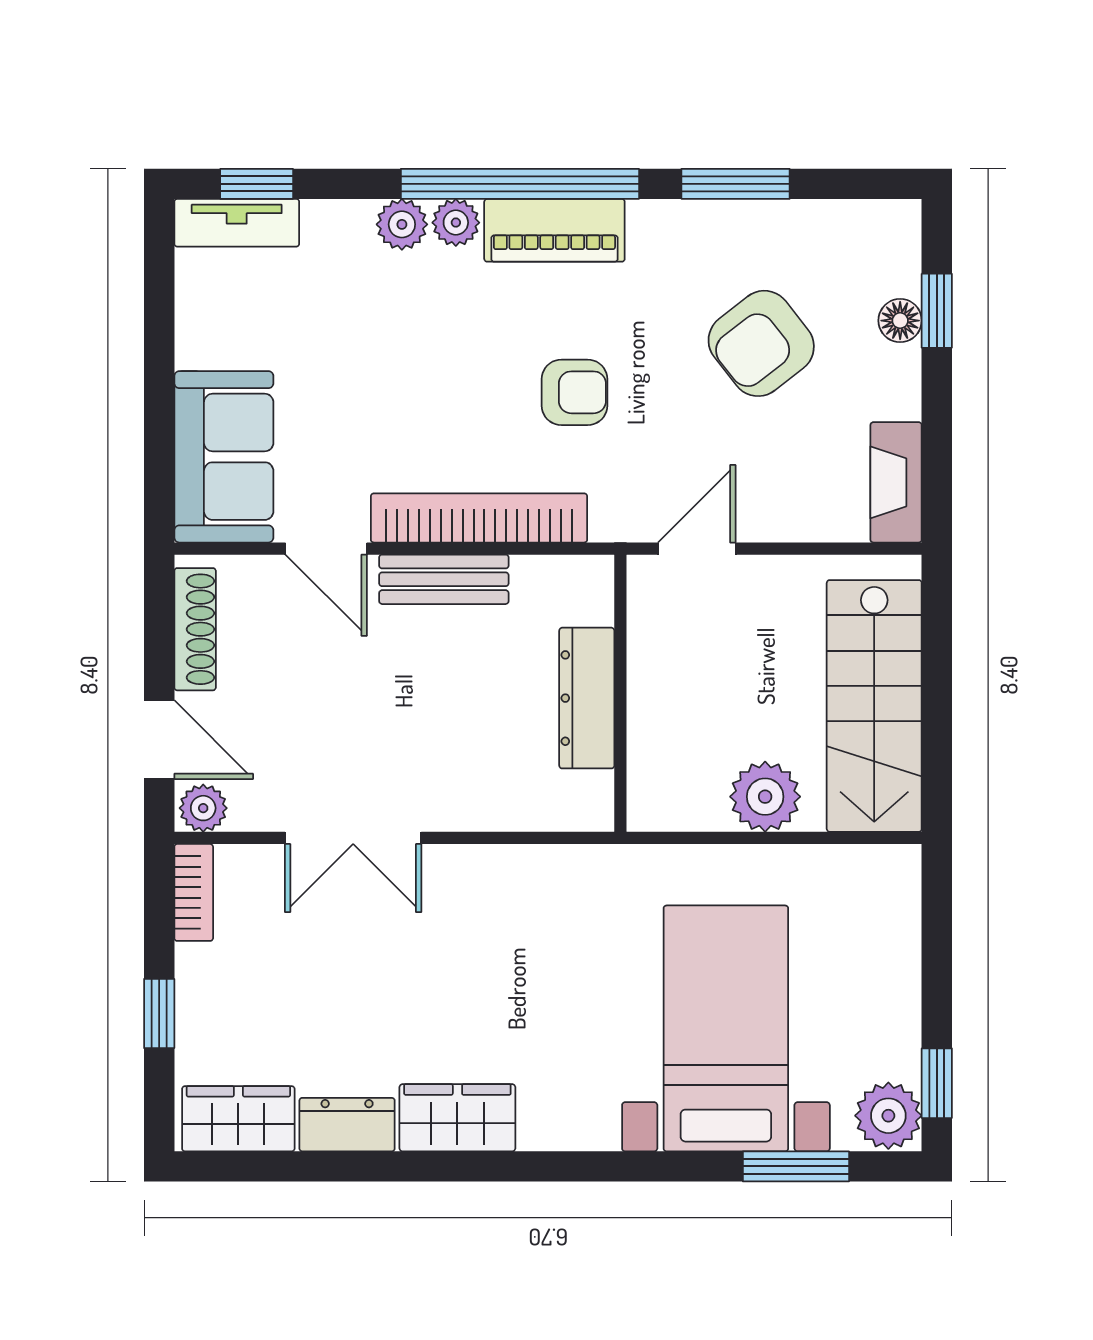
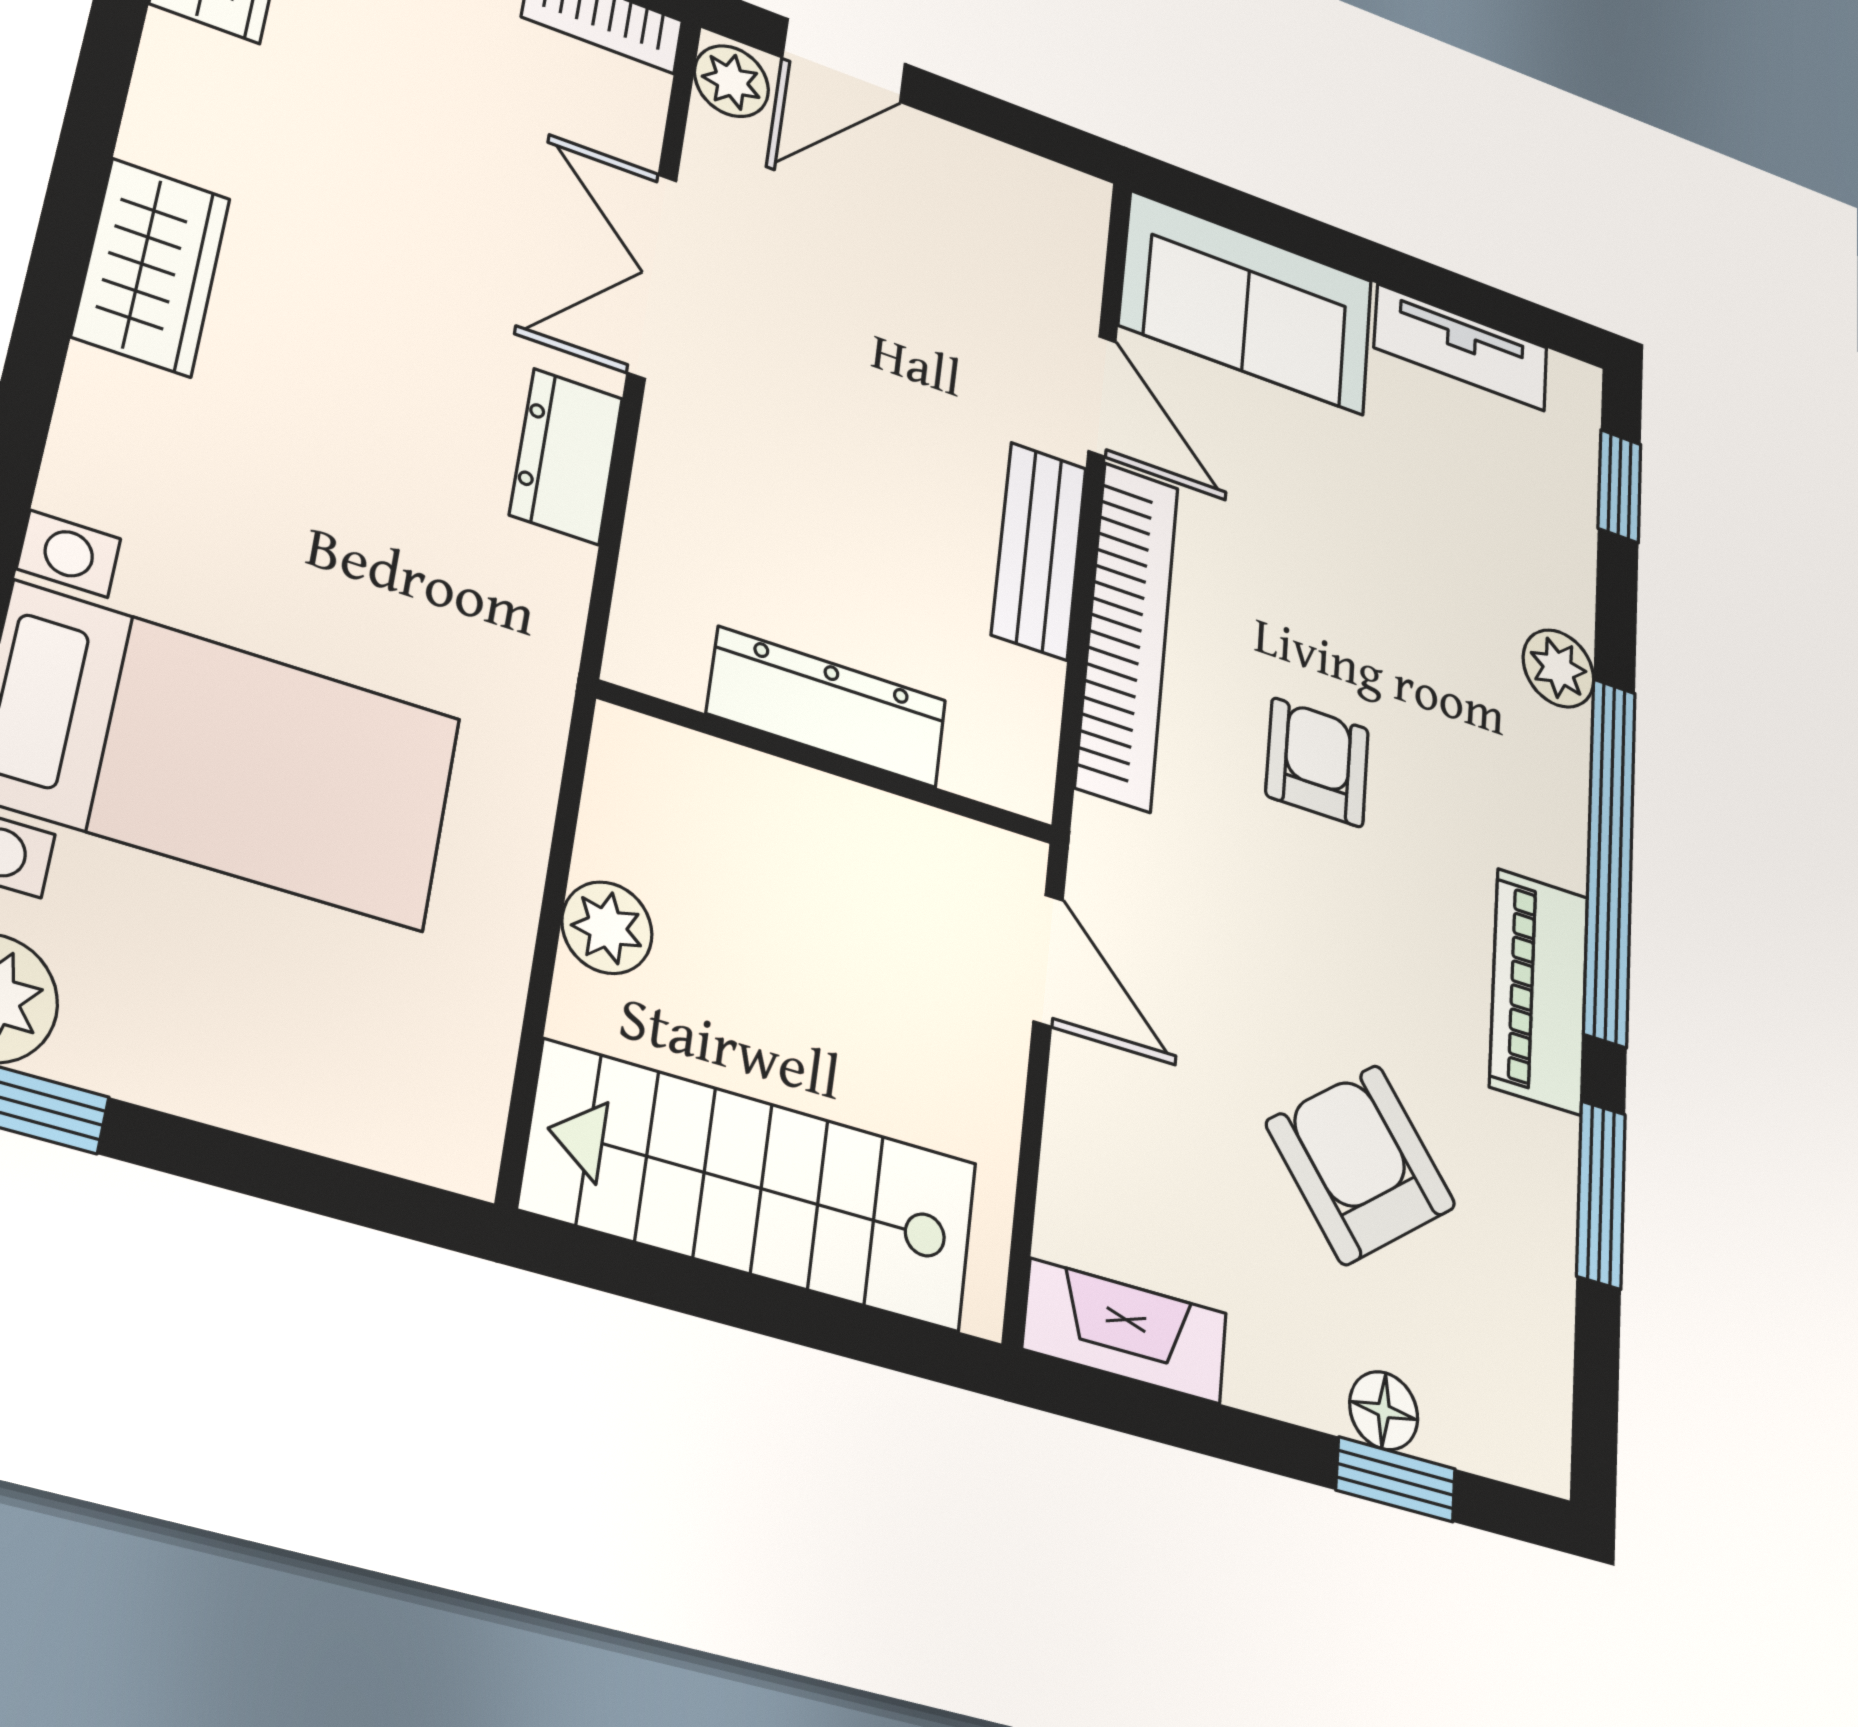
tv unit: (237, 223) -> (1461, 348), moved, turned -90
plant: (456, 223) -> (1559, 747), removed
piano: (554, 230) -> (1539, 991), moved
armchair: (574, 392) -> (1317, 762), moved, turned 180
door: (326, 549) -> (1102, 396), swing flipped
shoe rack: (195, 629) -> (1002, 171), removed
plant: (765, 797) -> (607, 928), width x0.73, depth x0.73
dresser: (347, 1125) -> (566, 456), moved, turned 180

